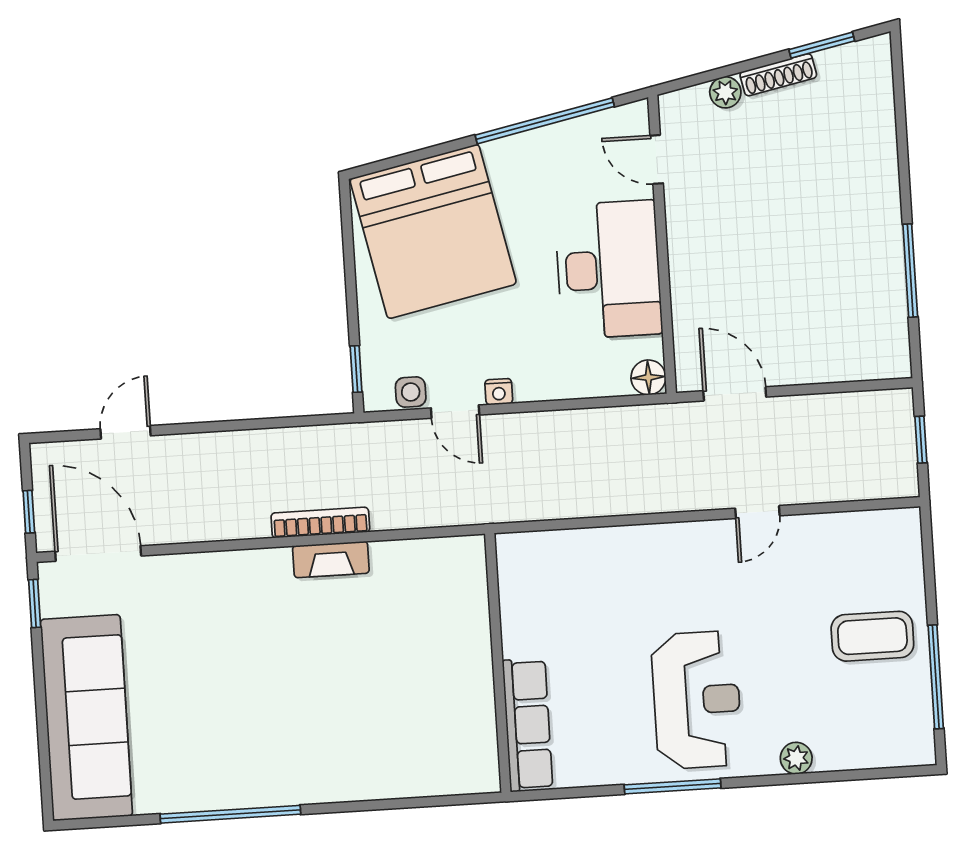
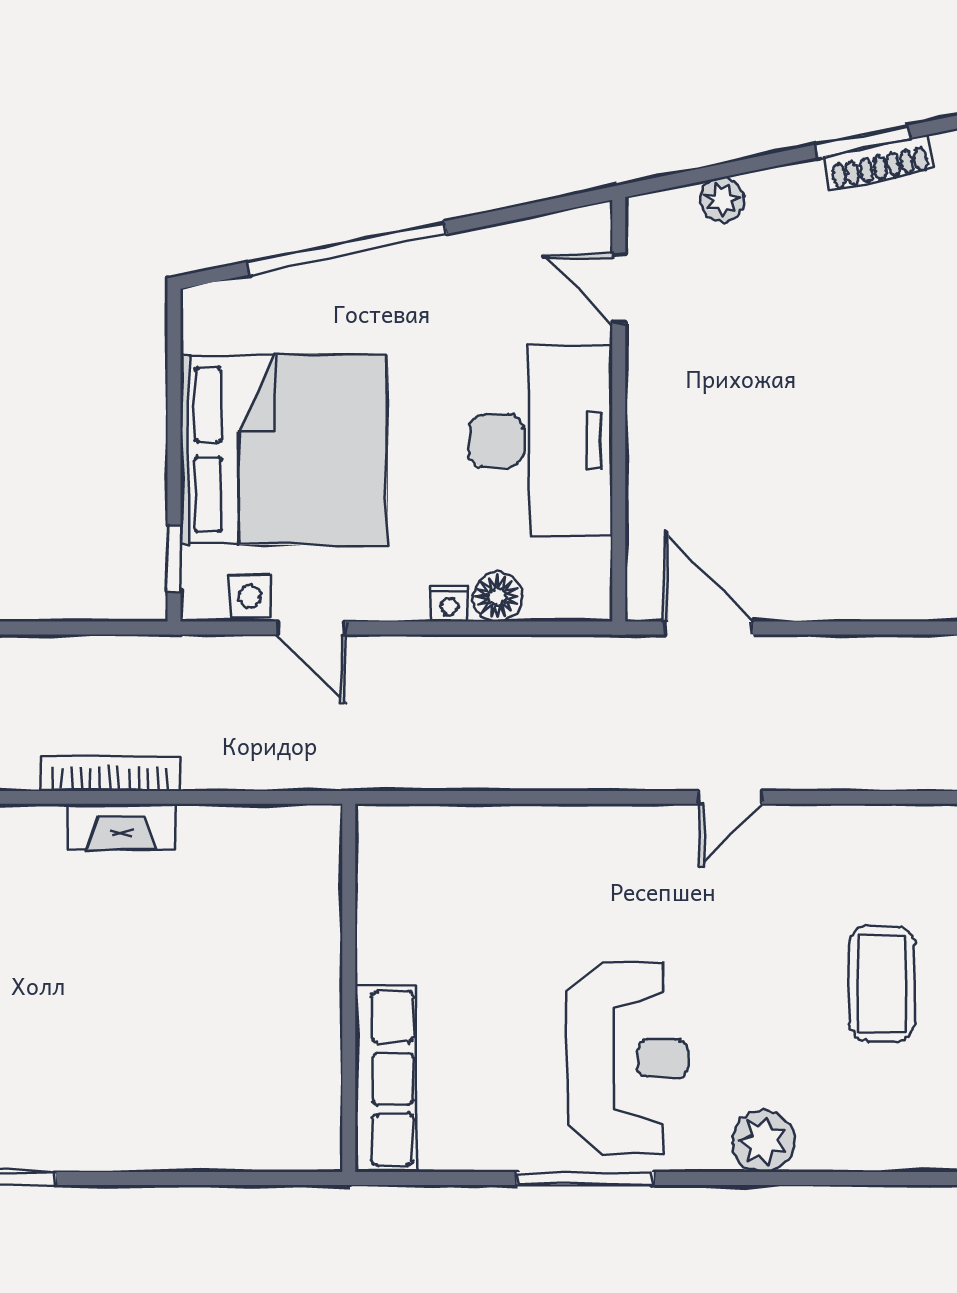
shoe rack: (778, 75) -> (879, 163), moved
window: (545, 121) -> (347, 248), moved
bed: (433, 231) -> (284, 450), moved, turned -78
floor lamp: (648, 377) -> (497, 597), moved
nightstand: (499, 392) -> (449, 604), moved
coffee table: (872, 636) -> (882, 984), turned 90
plant: (796, 758) -> (763, 1141), width x1.38, depth x1.38

